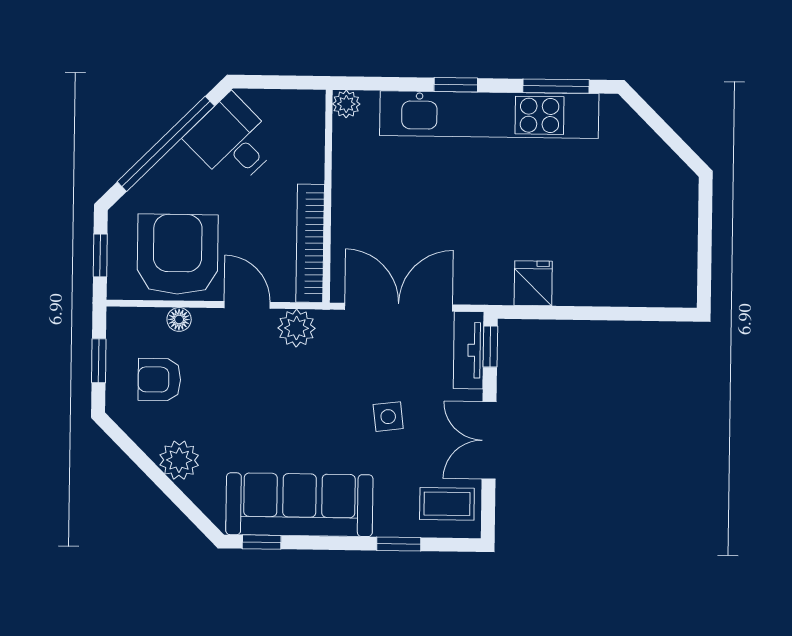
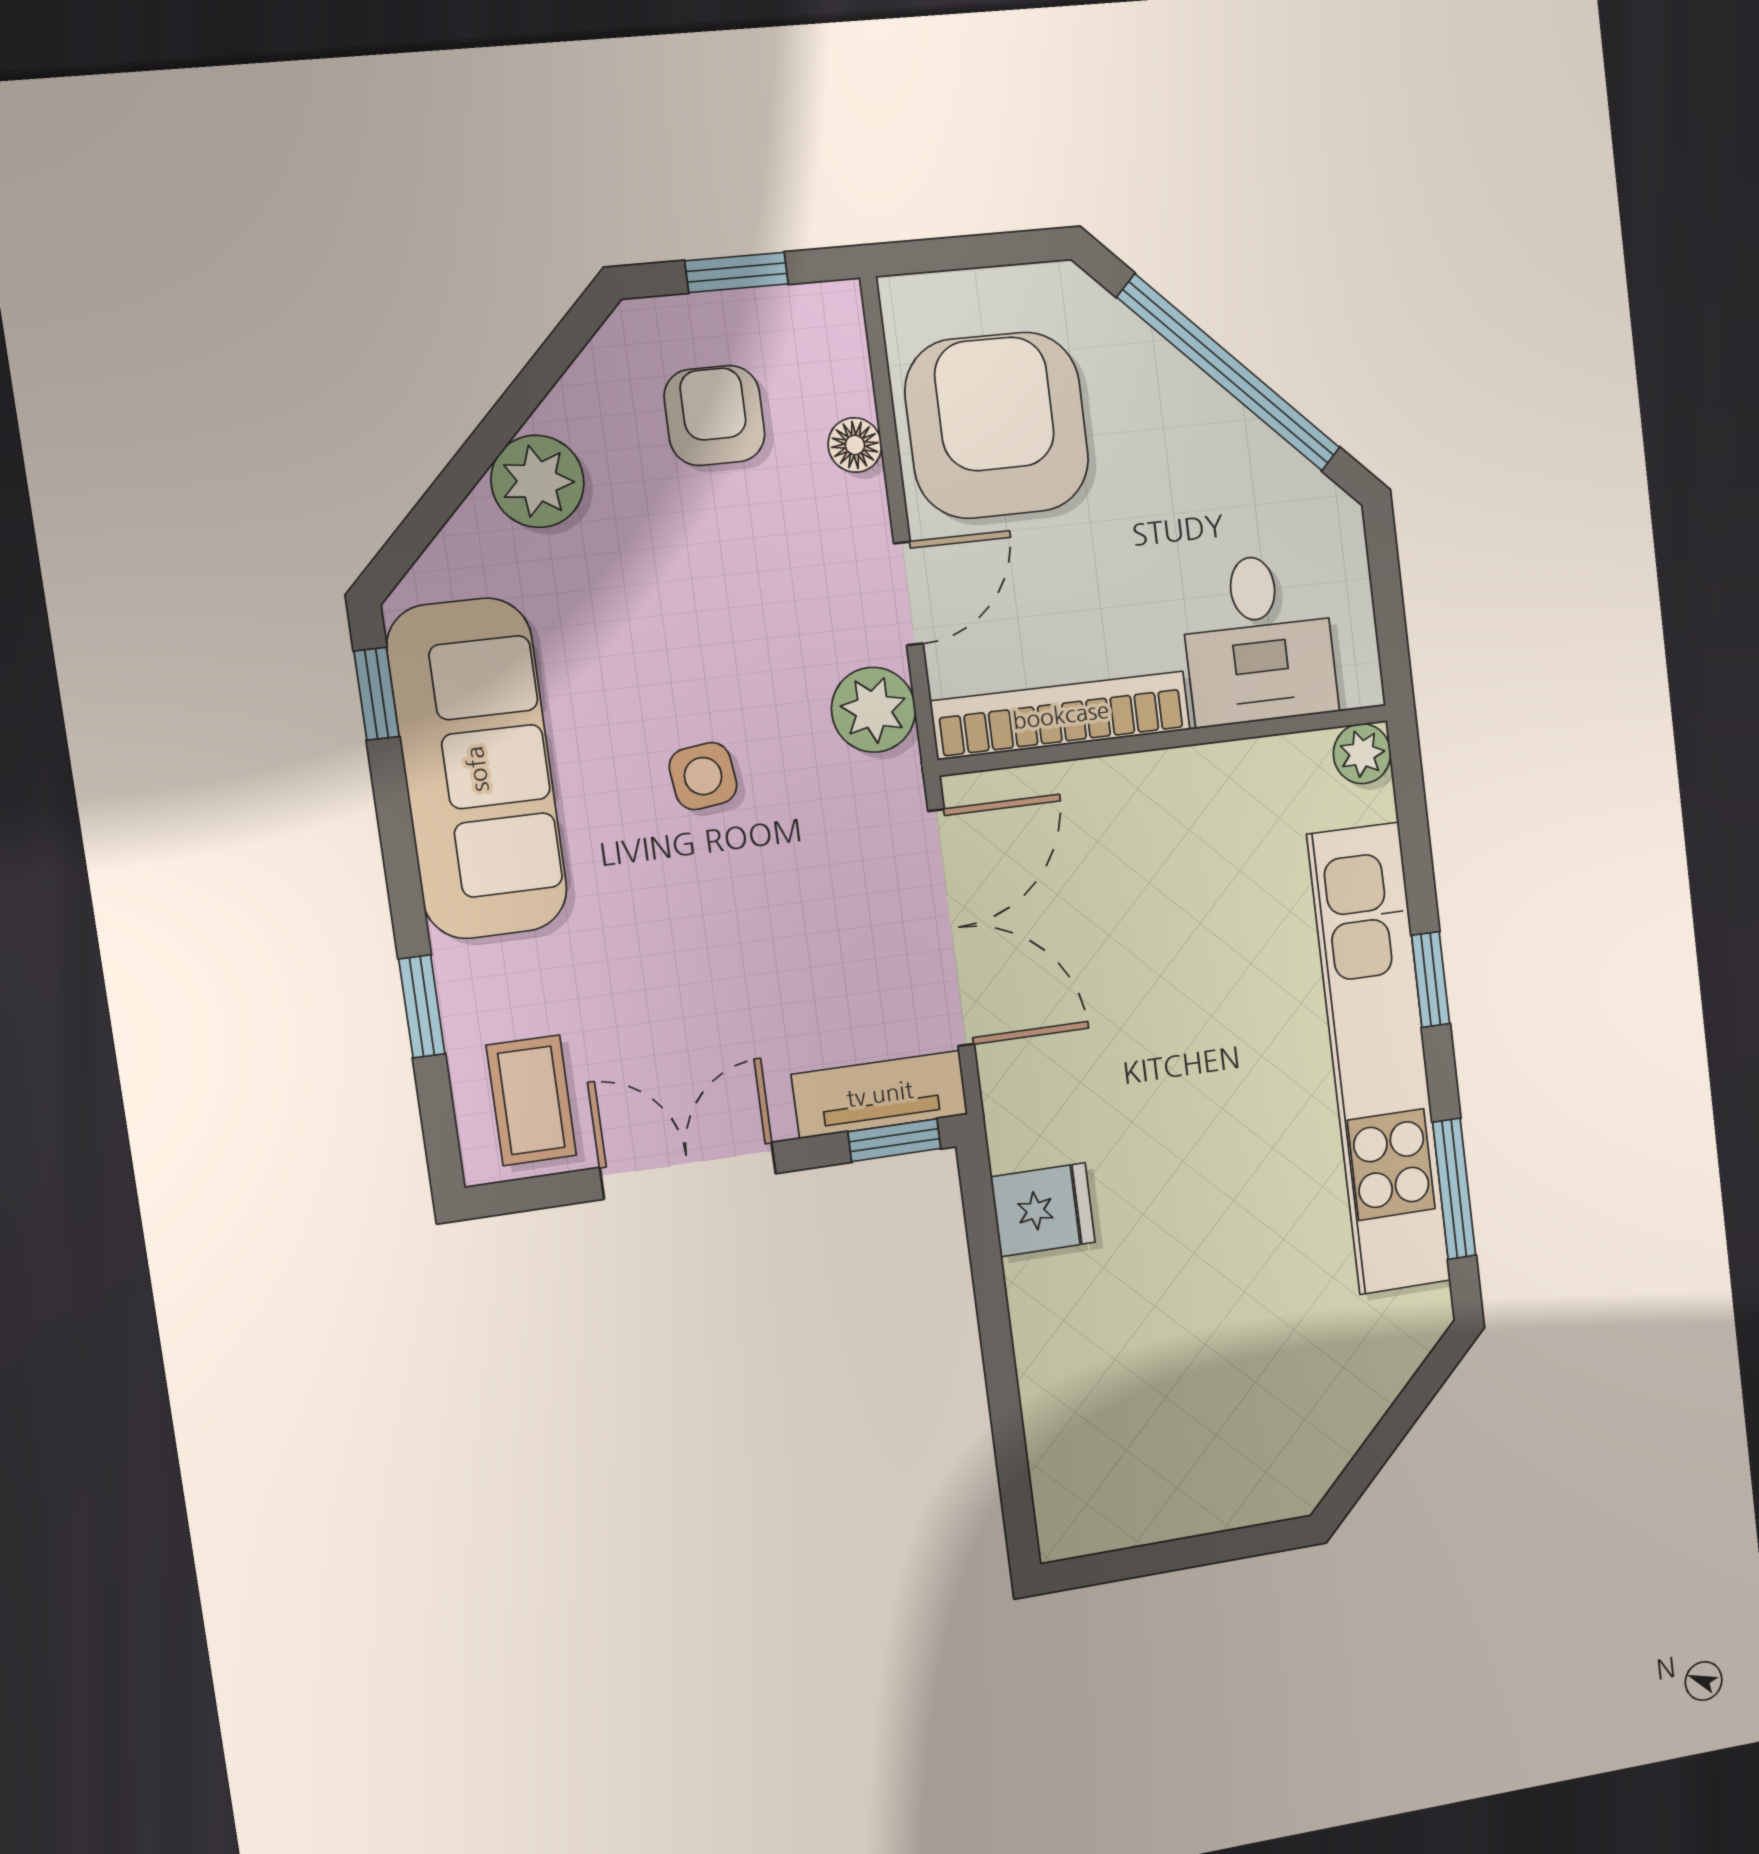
desk: (232, 141) -> (1258, 639), moved, turned 135
armchair: (178, 254) -> (997, 425), turned -90
window: (100, 255) -> (971, 252), removed
side table: (388, 417) -> (703, 776), moved

